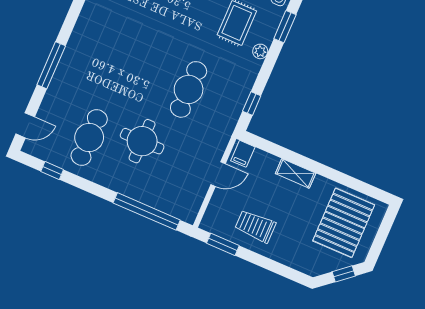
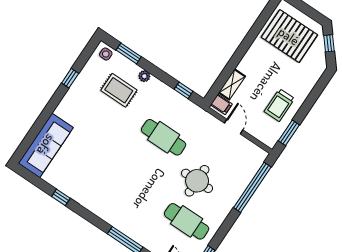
shelving: (296, 173) -> (232, 84), moved

